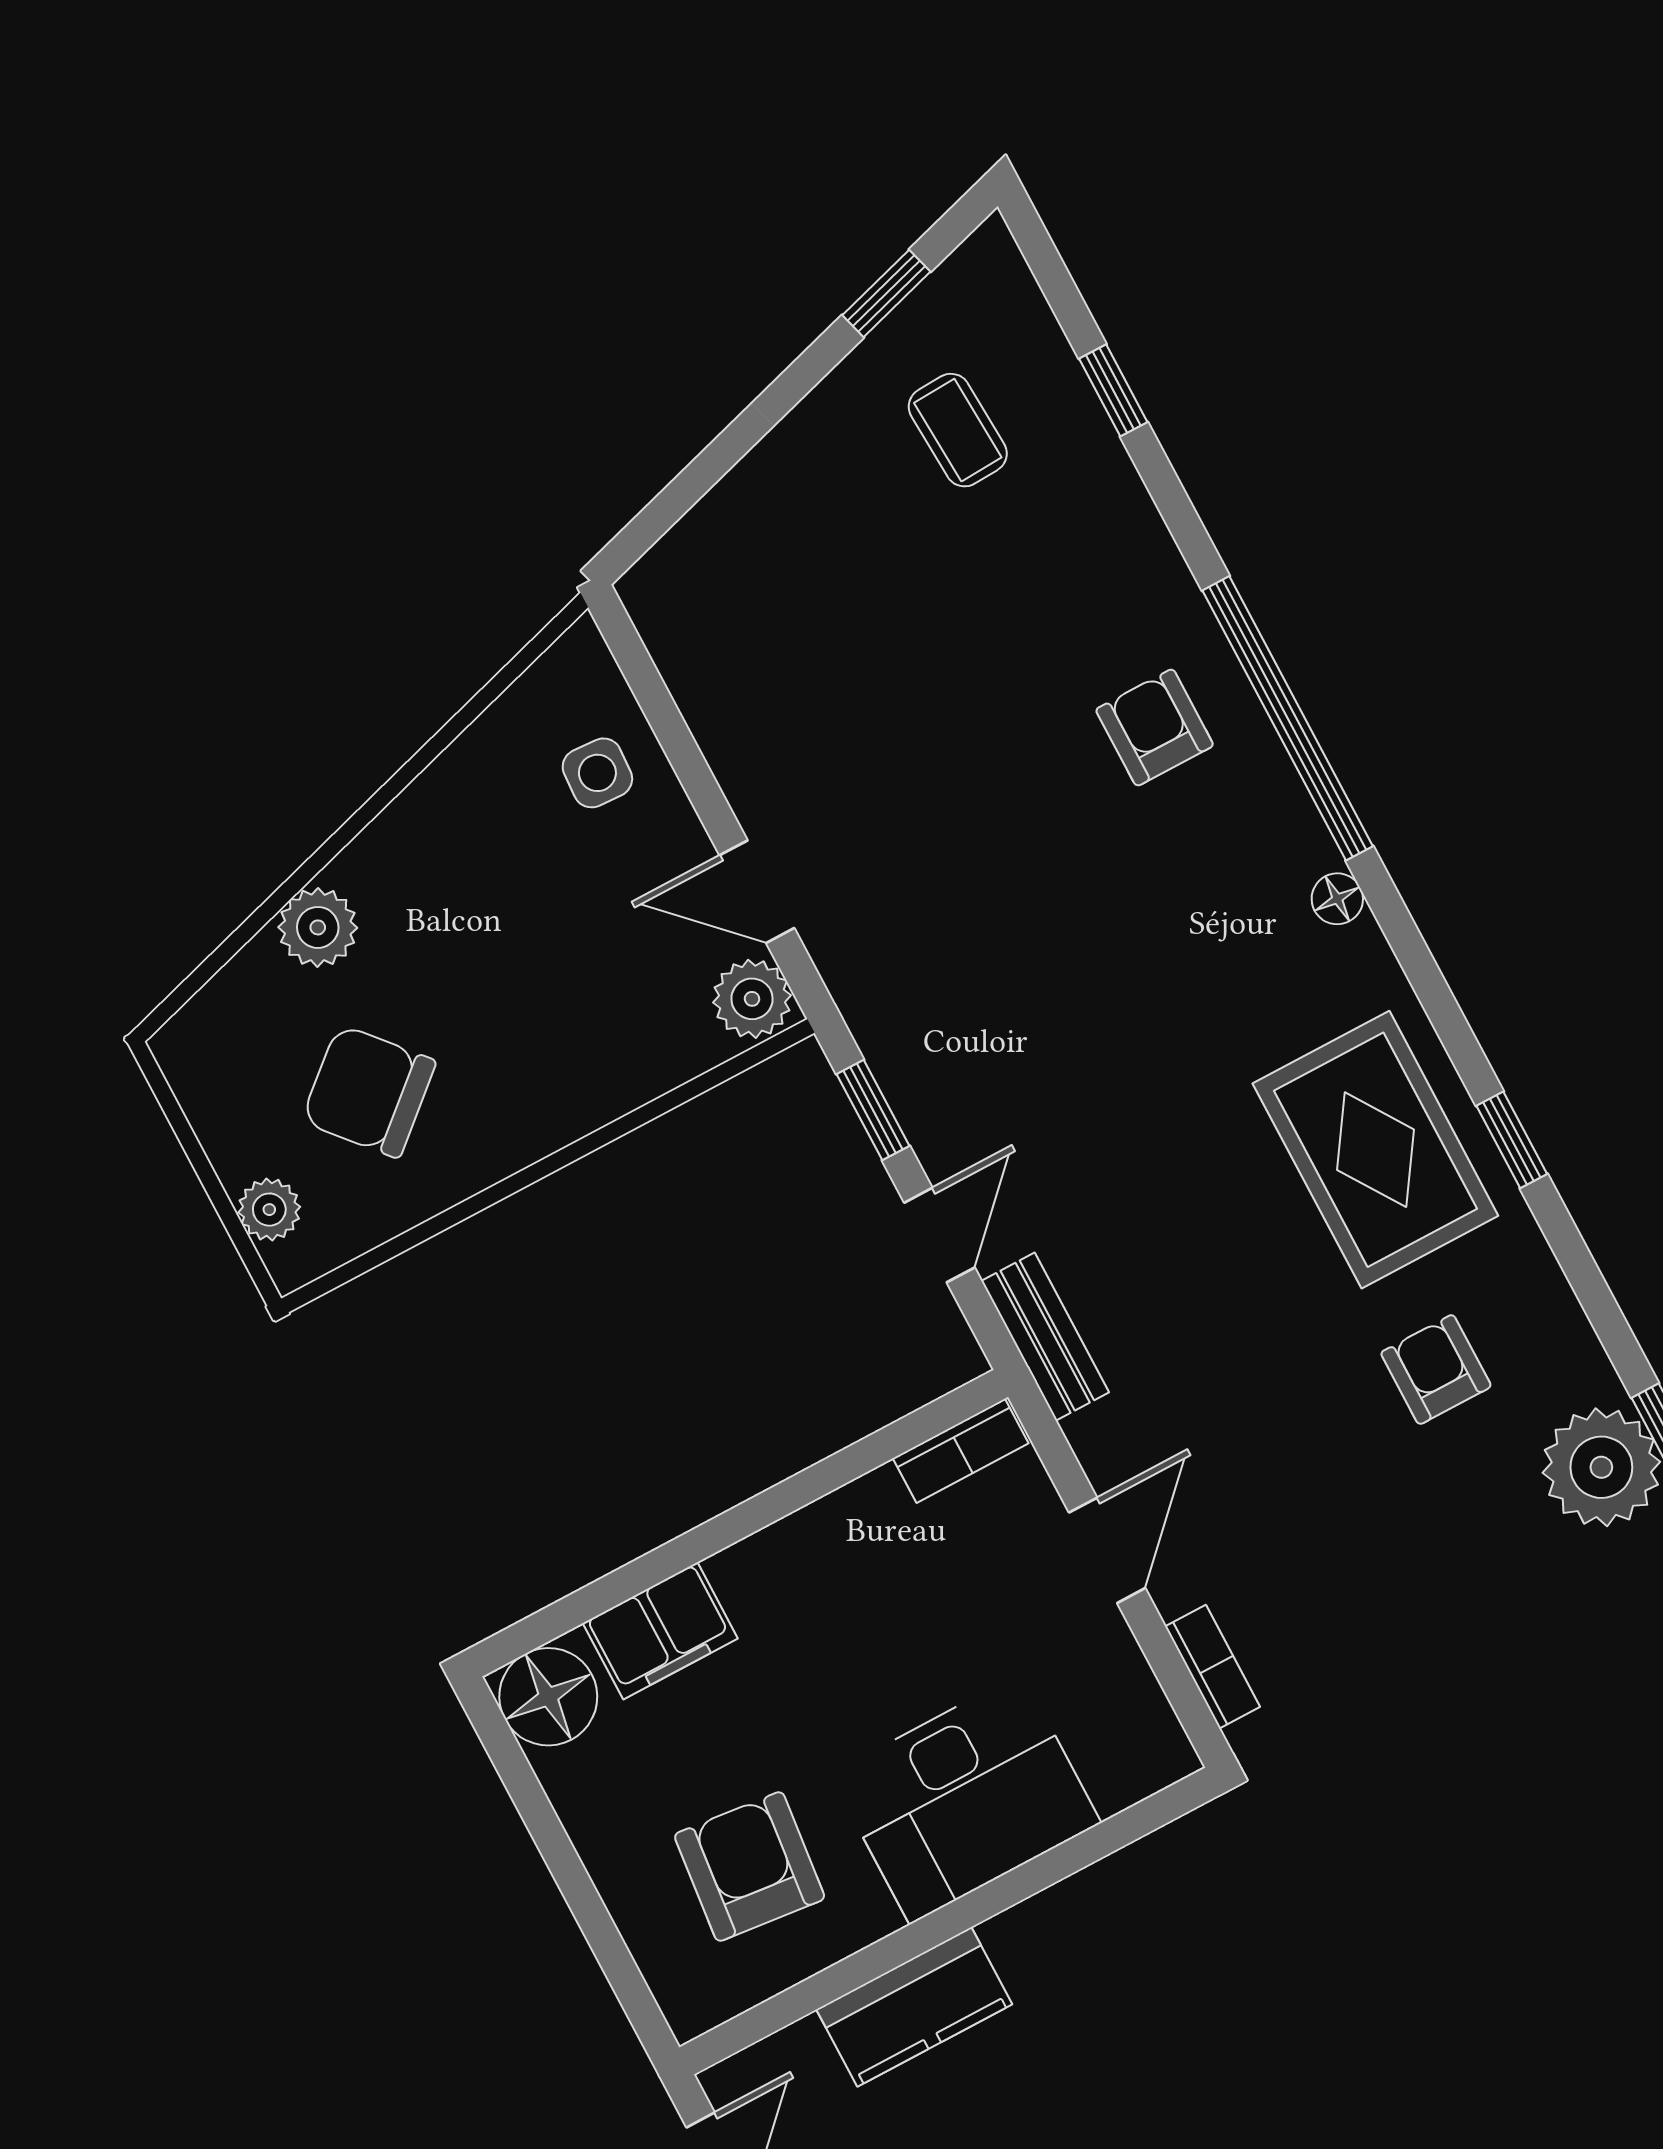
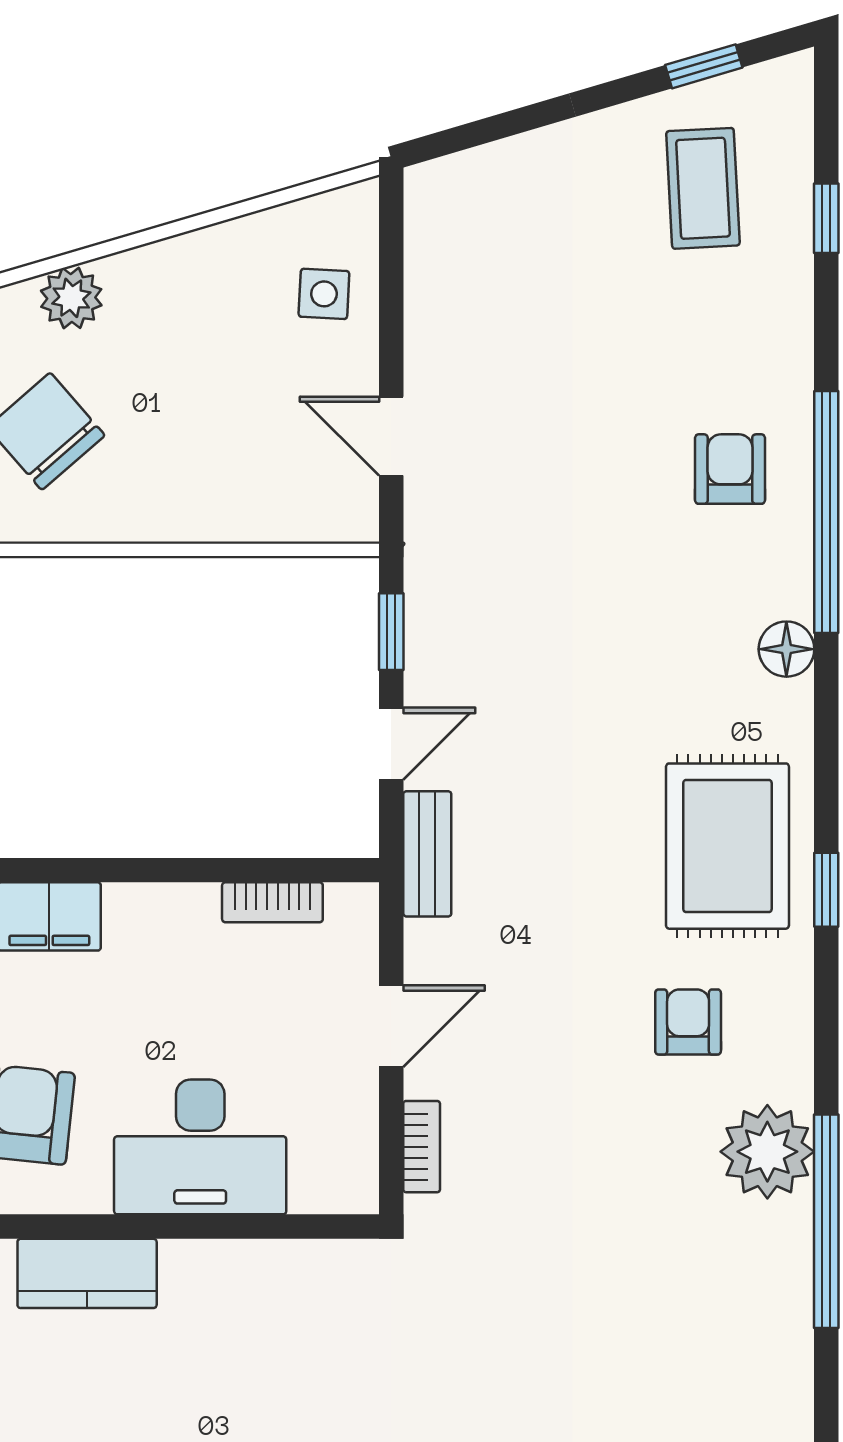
coffee table: (958, 430) -> (703, 188), width x1.36, depth x1.30
floor lamp: (1337, 899) -> (786, 649), width x1.37, depth x1.37
plant: (752, 999) -> (348, 509), removed
bookcase: (961, 1451) -> (272, 902), moved

